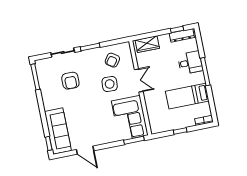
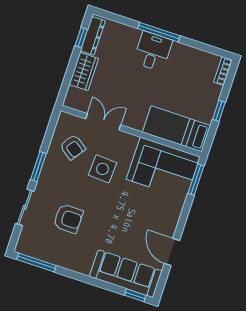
wardrobe: (147, 44) -> (84, 71), moved
desk: (190, 63) -> (153, 51), moved
double door: (139, 80) -> (103, 122), moved
bed: (187, 96) -> (176, 129), moved, turned 90
door: (85, 150) -> (172, 252), swing flipped

